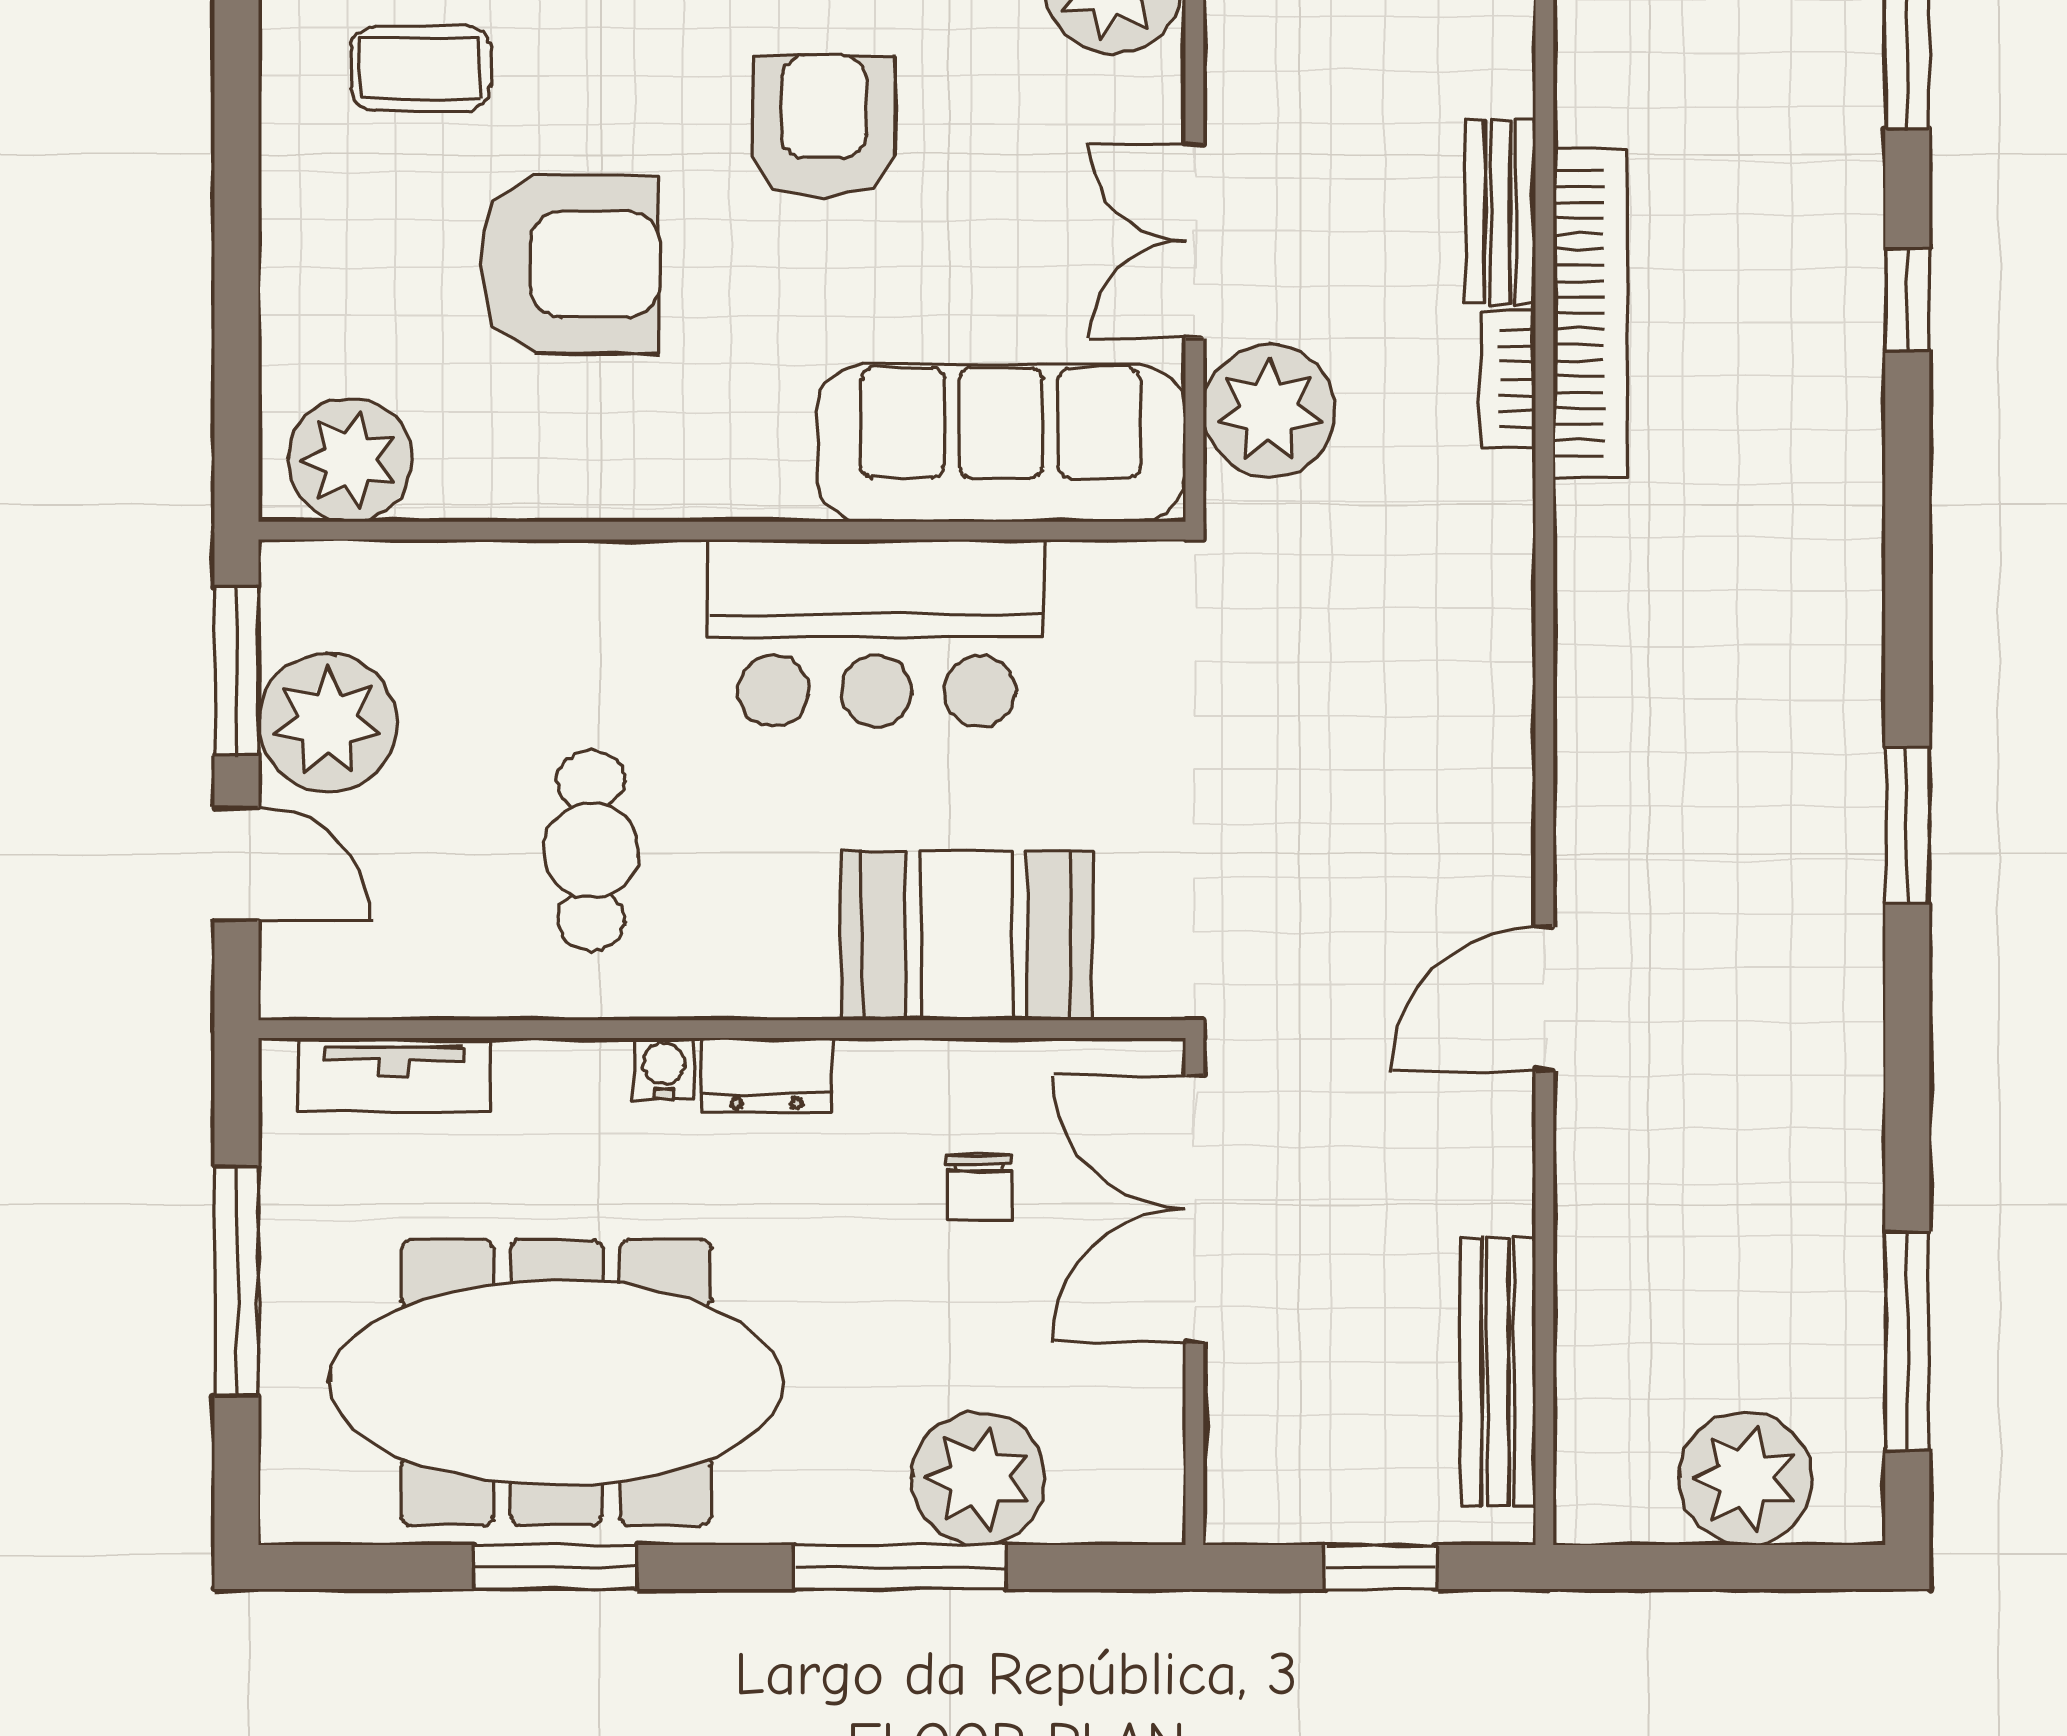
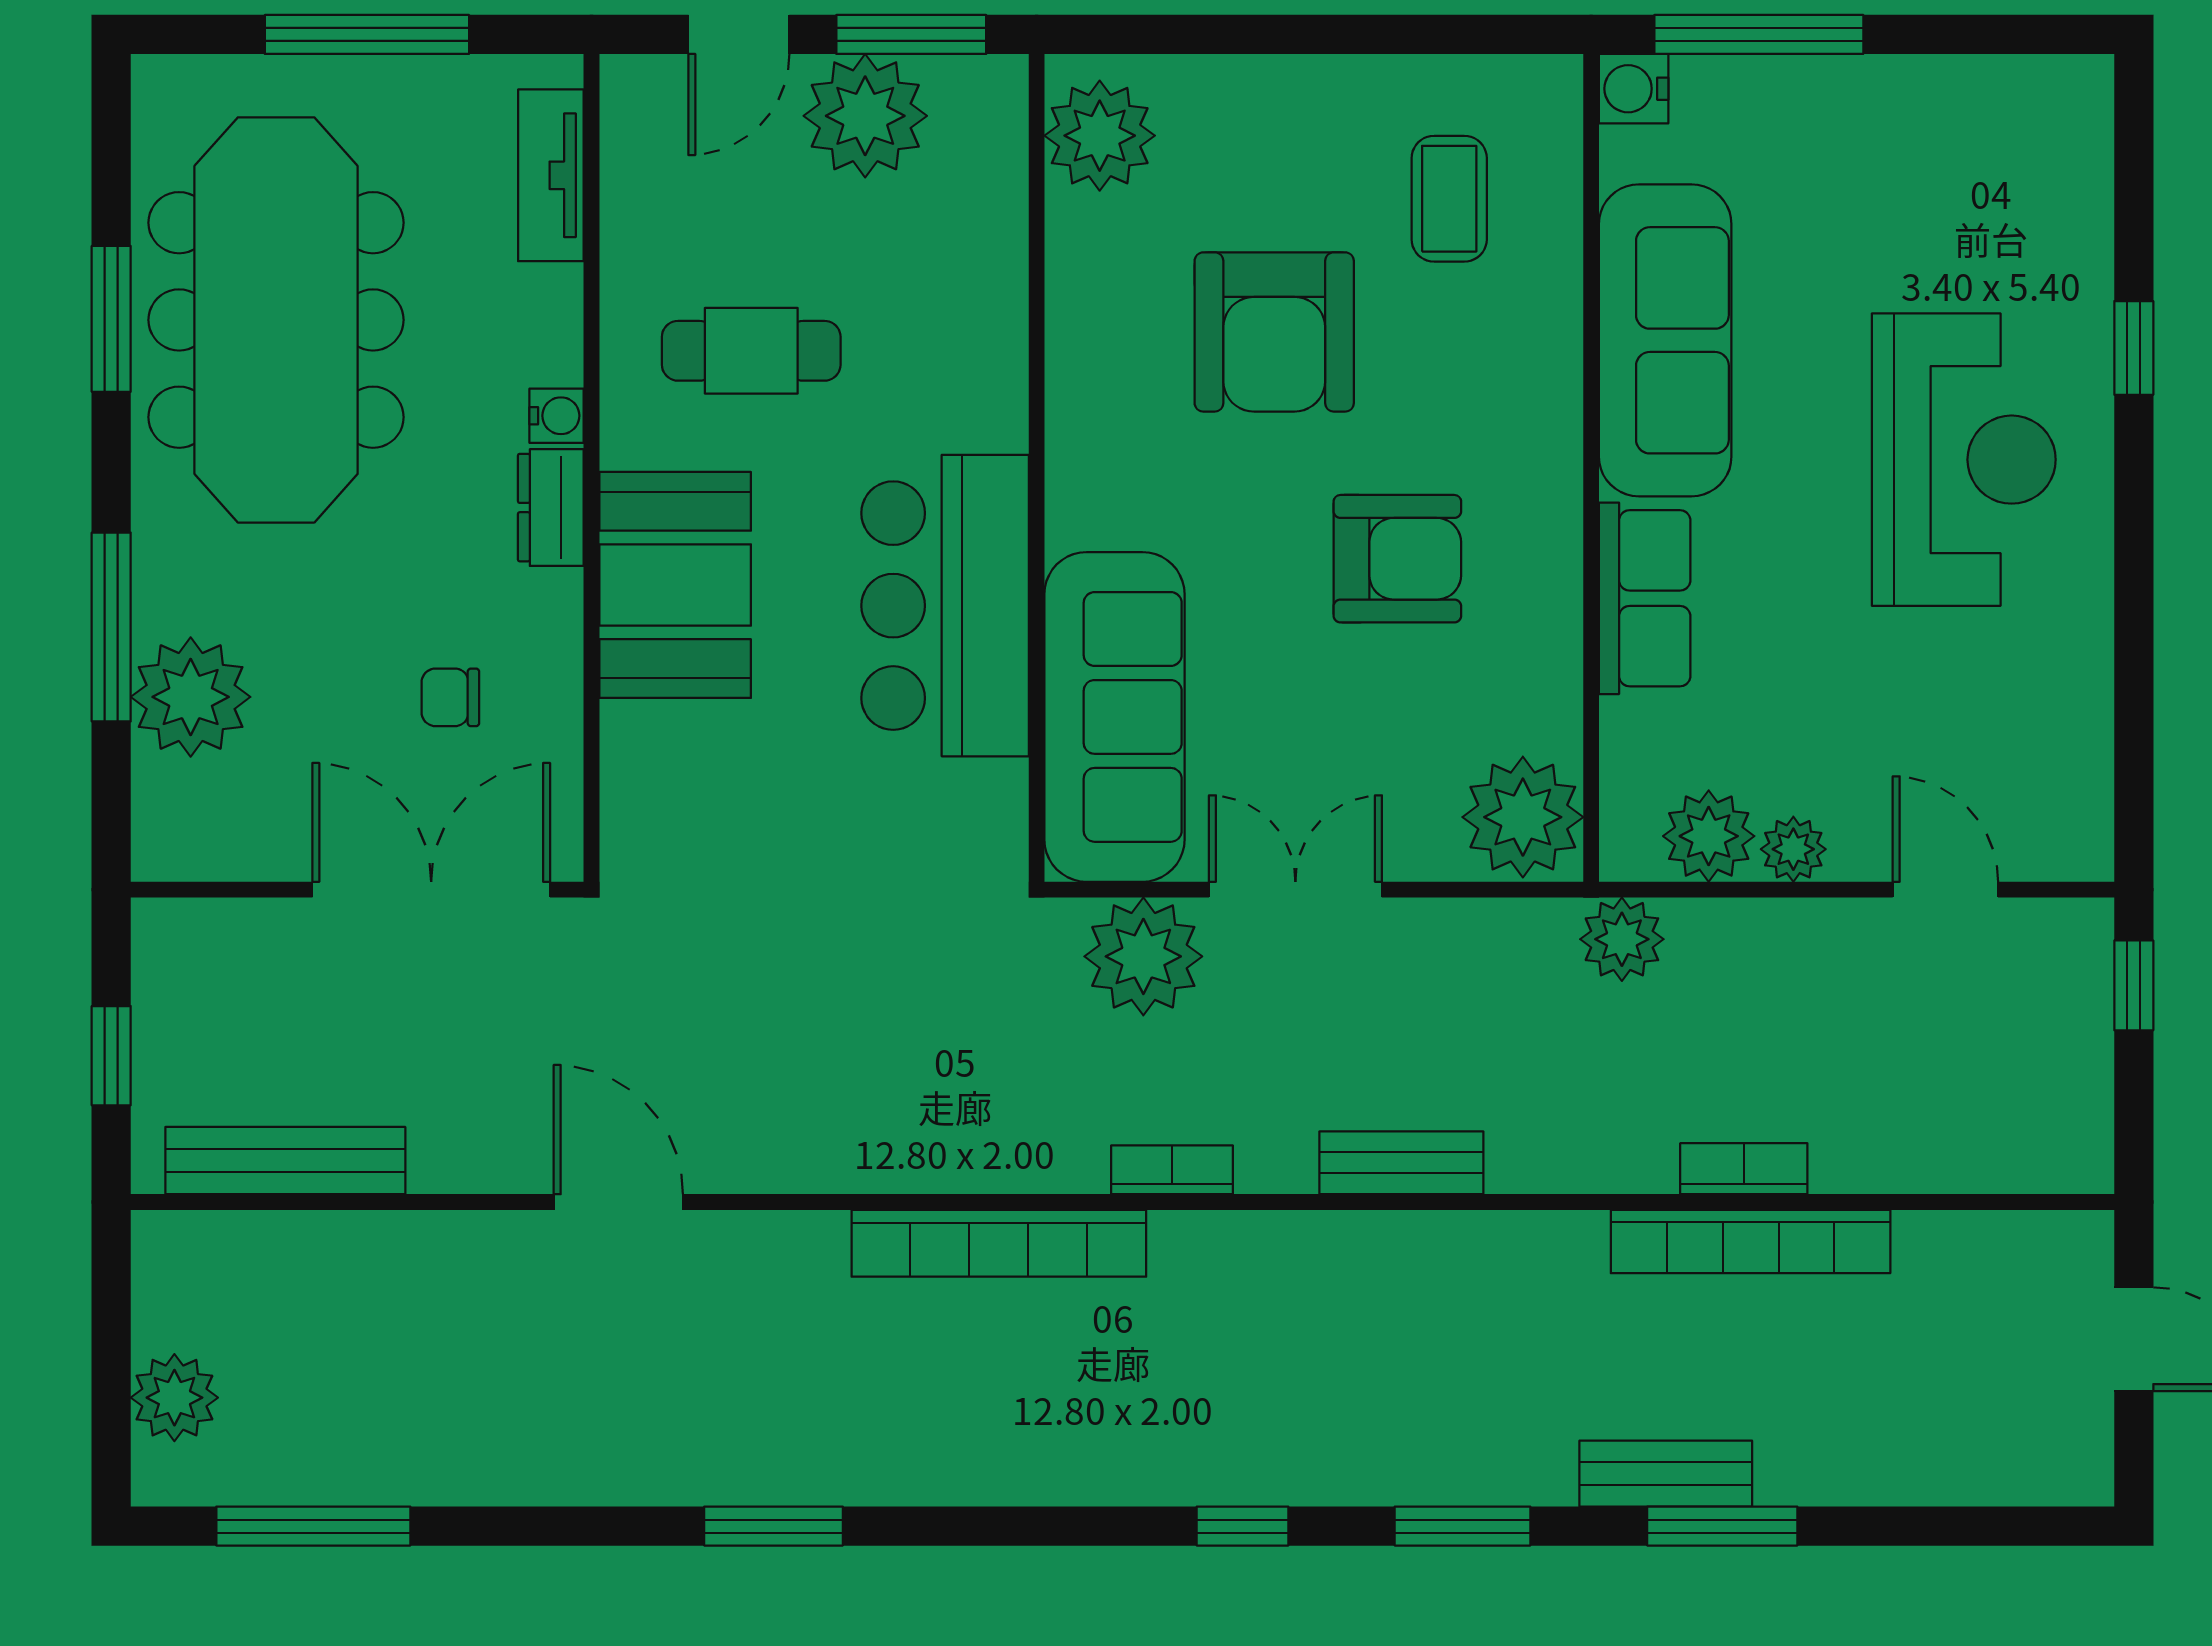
bench: (1500, 212) -> (1401, 1163), moved
bookcase: (1590, 313) -> (999, 1243), moved
booth: (966, 935) -> (675, 585), moved
plant: (1746, 1479) -> (174, 1398), width x0.73, depth x0.73

